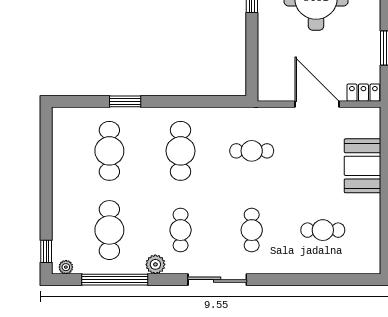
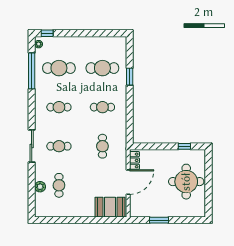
locker: (363, 93) -> (134, 160), moved
cafe table: (181, 151) -> (102, 107), width x0.73, depth x0.74
booth: (362, 166) -> (110, 207), moved
plant: (155, 264) -> (40, 187), moved
sliding door: (217, 280) -> (32, 146), moved

